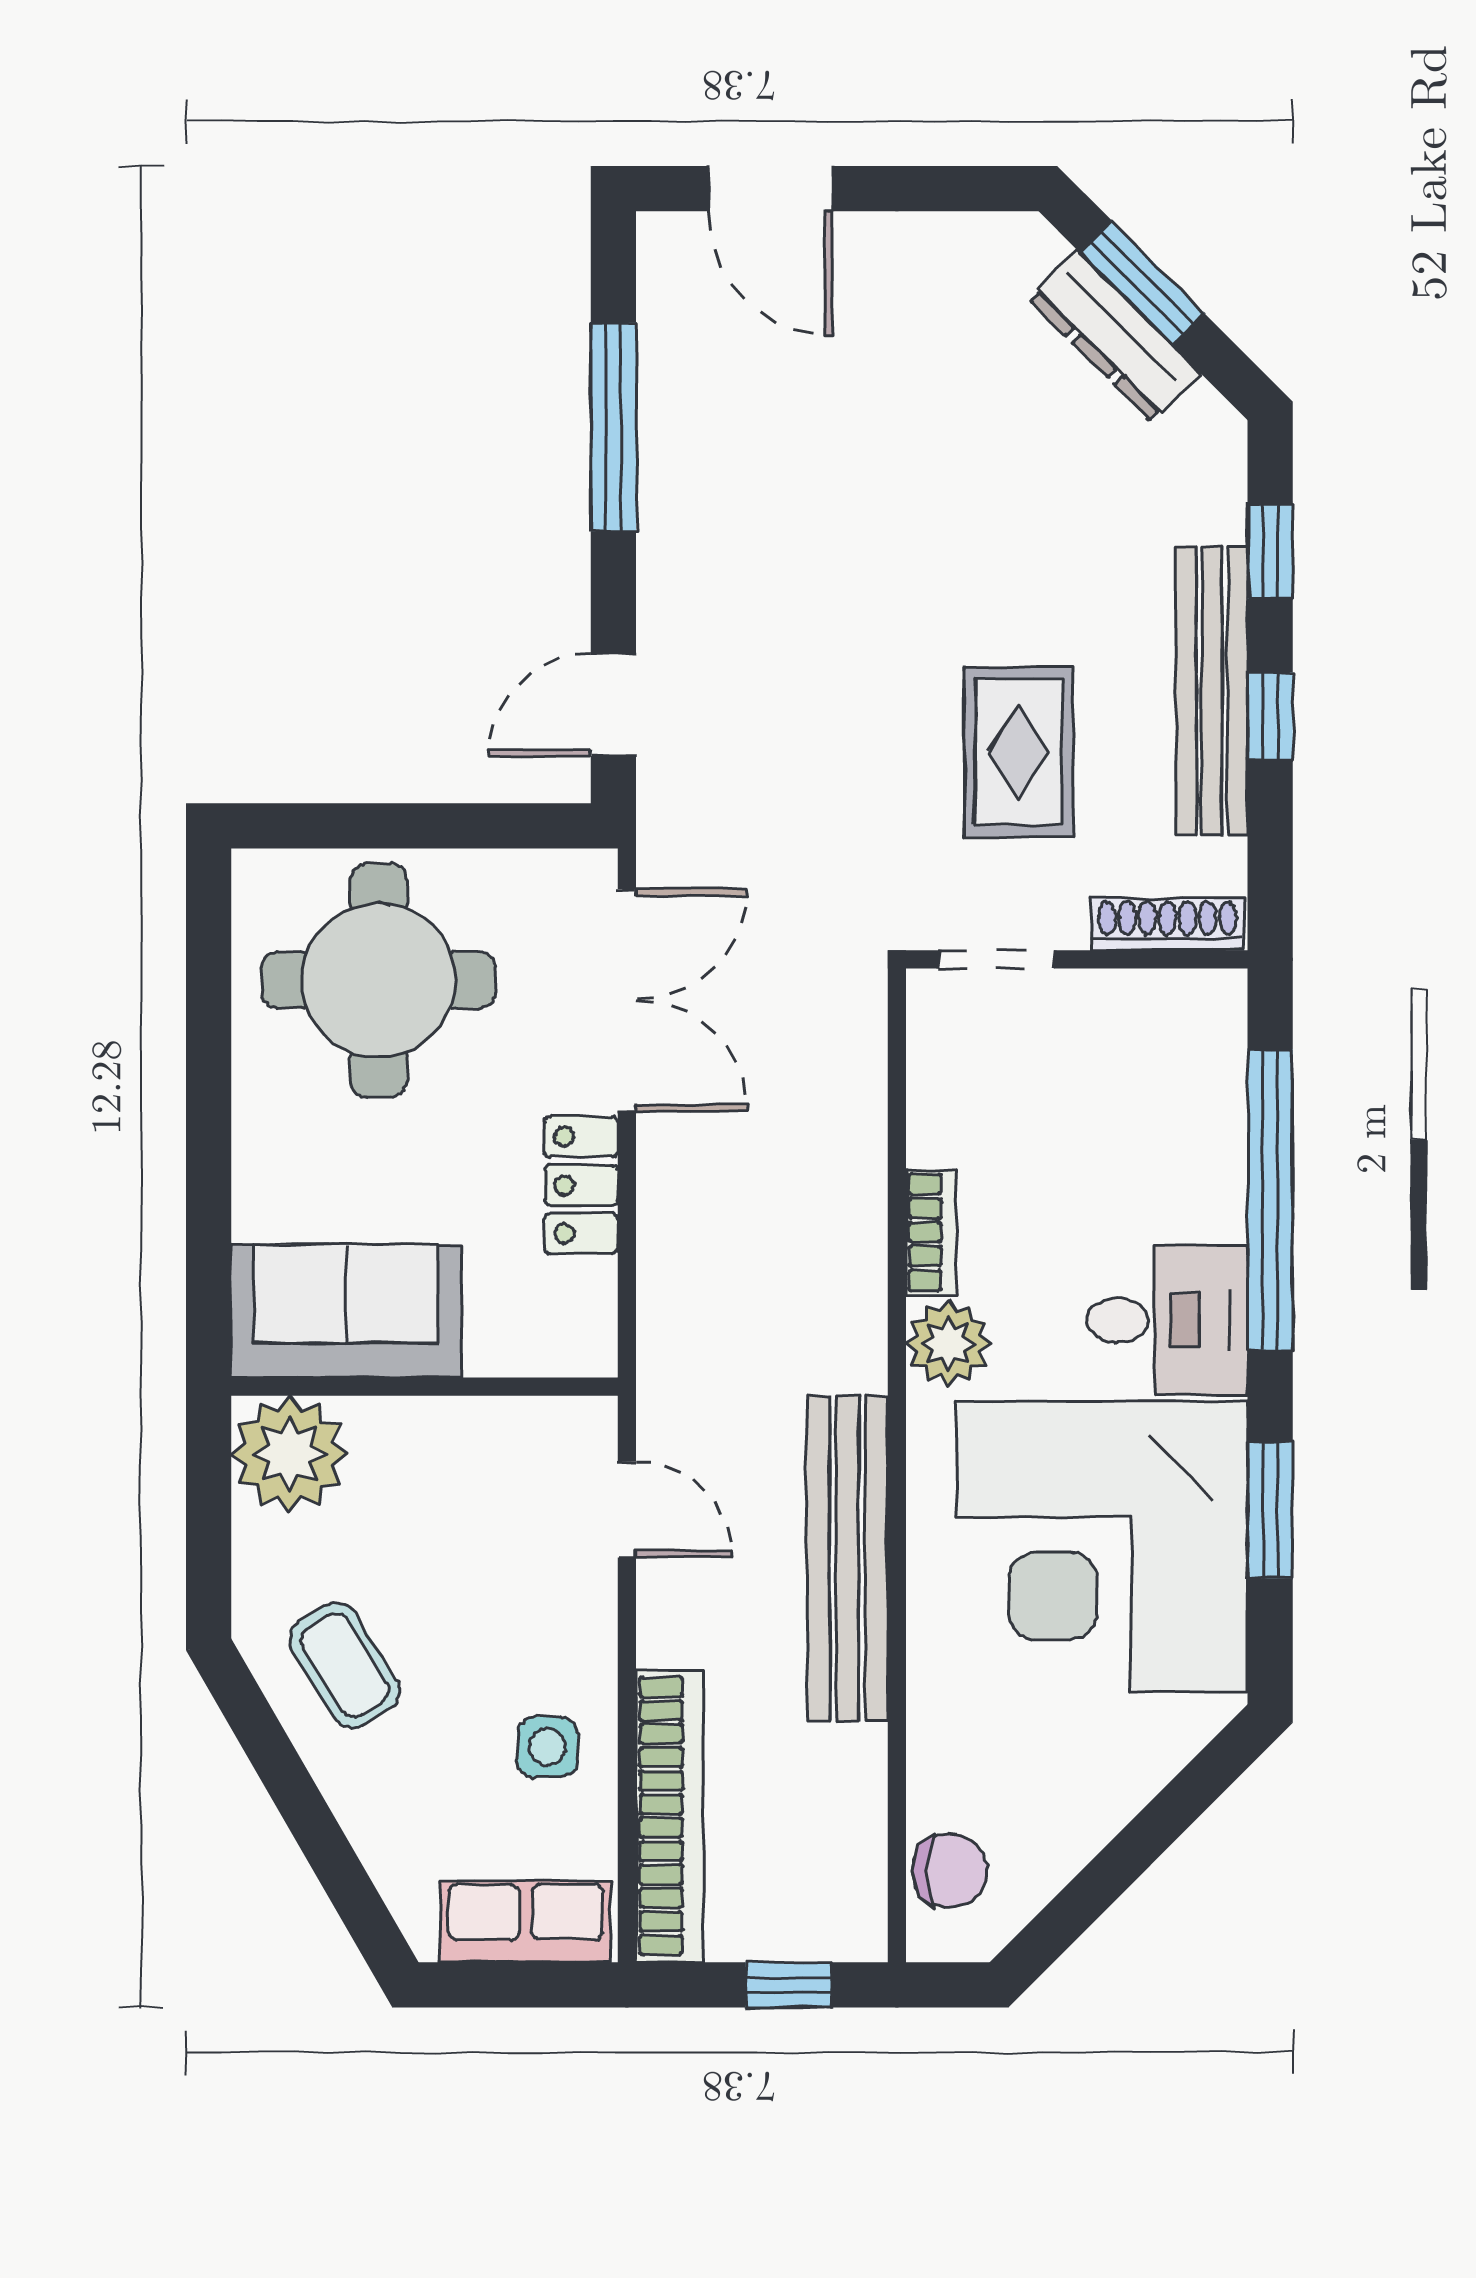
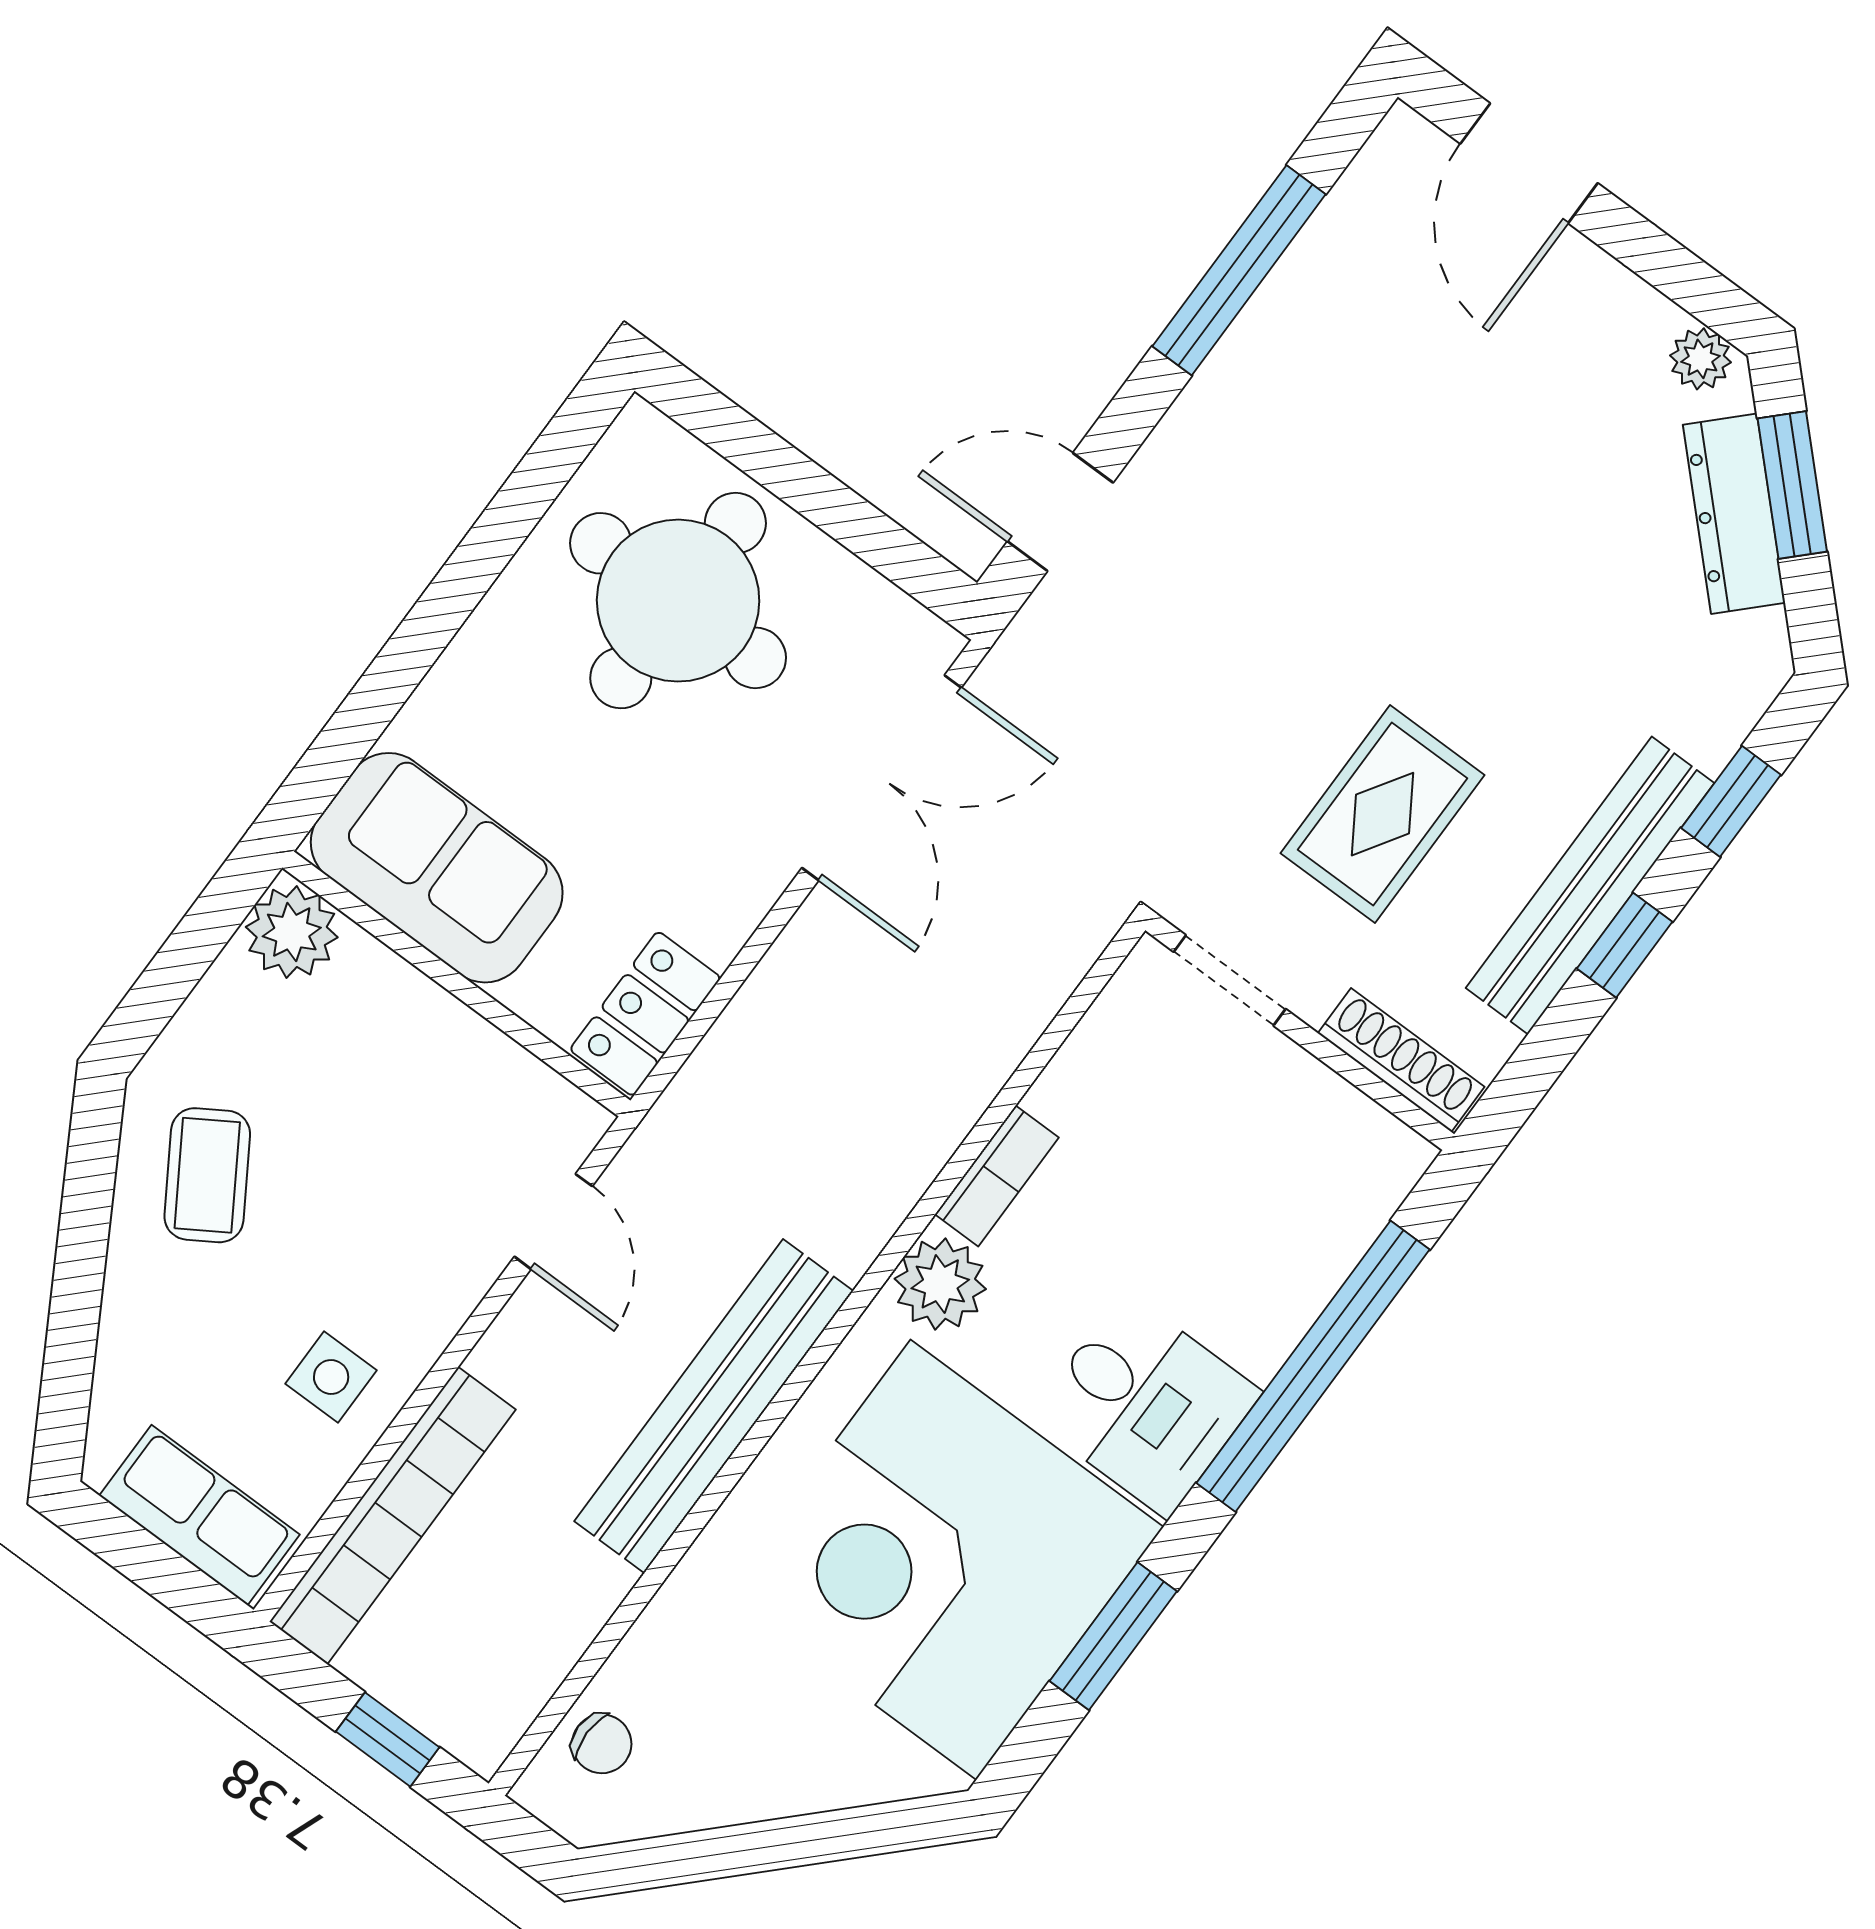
plant: (1005, 240) -> (1700, 359), added
locker: (581, 1185) -> (645, 1014), moved
plant: (290, 1454) -> (292, 932), width x0.73, depth x0.73
chair: (950, 1871) -> (602, 1744), width x0.73, depth x0.73

